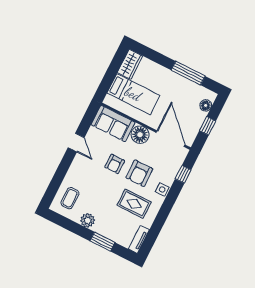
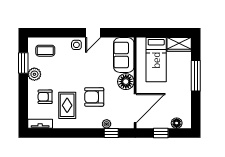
window: (188, 73) -> (196, 76), moved
armchair: (115, 164) -> (45, 97), moved
plant: (172, 174) -> (107, 124), added
side table: (162, 189) -> (76, 45), moved
window: (102, 242) -> (23, 63), moved

